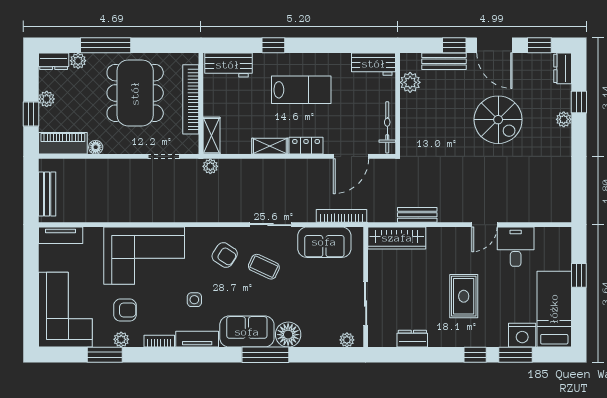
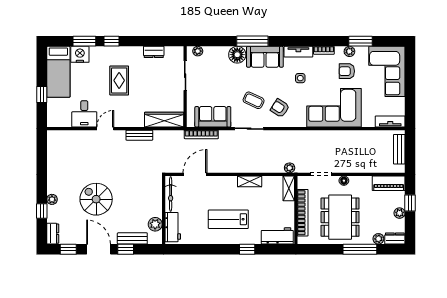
workbench: (374, 64) -> (173, 227), moved, turned 90
locker: (306, 146) -> (225, 182), removed
floor lamp: (96, 147) -> (344, 181), moved
bench: (417, 215) -> (139, 135), moved

